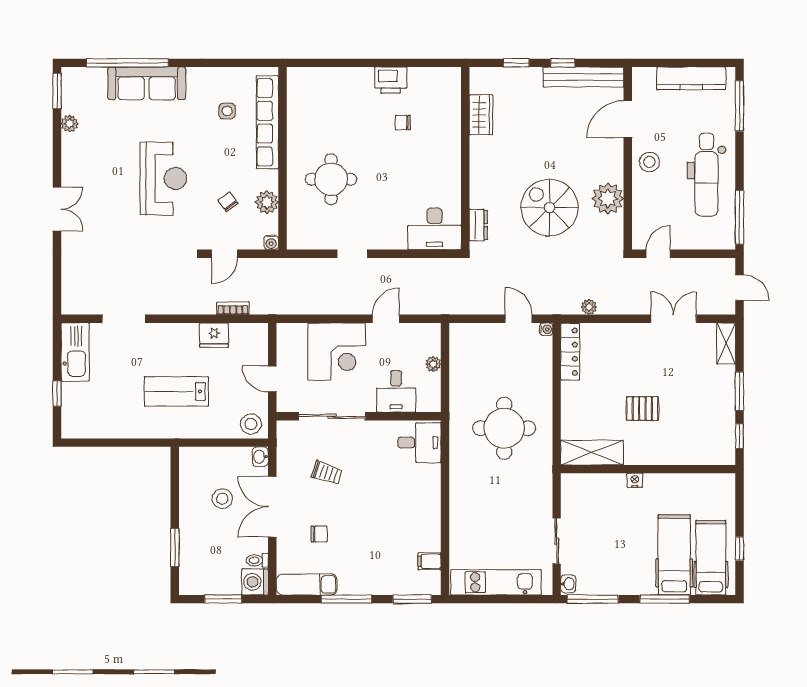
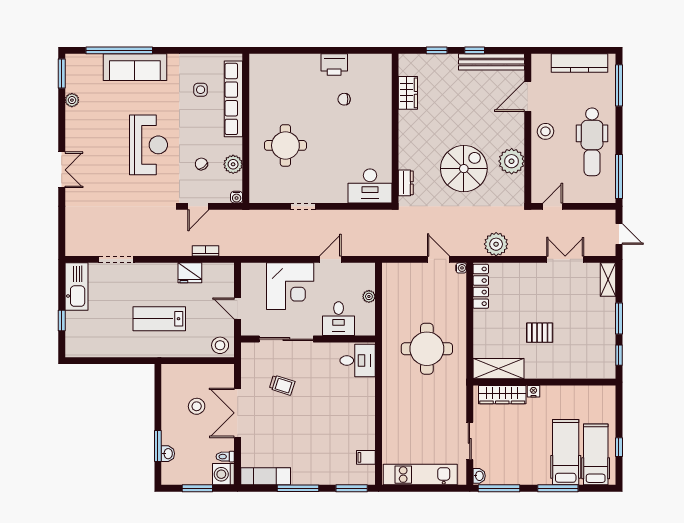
spiral stairs: (550, 208) -> (464, 169), turned 90
plant: (589, 307) -> (496, 244), width x1.87, depth x1.87
washbasin: (260, 457) -> (168, 454), moved, turned 180
wardrobe: (597, 484) -> (502, 395), added
chair: (319, 534) -> (276, 435), removed

